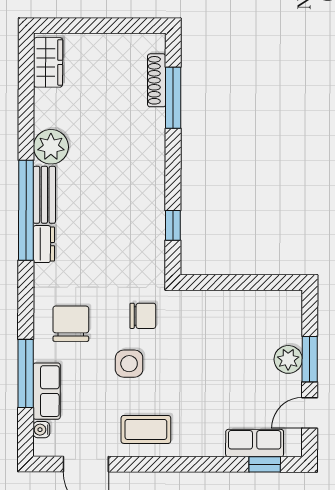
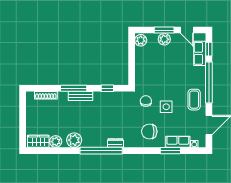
window: (173, 98) -> (74, 88), moved
plant: (48, 103) -> (56, 142), added
bench: (44, 195) -> (81, 96), moved
plant: (286, 304) -> (141, 40), added
window: (26, 374) -> (170, 151), width x0.69
window: (186, 464) -> (209, 82), added

